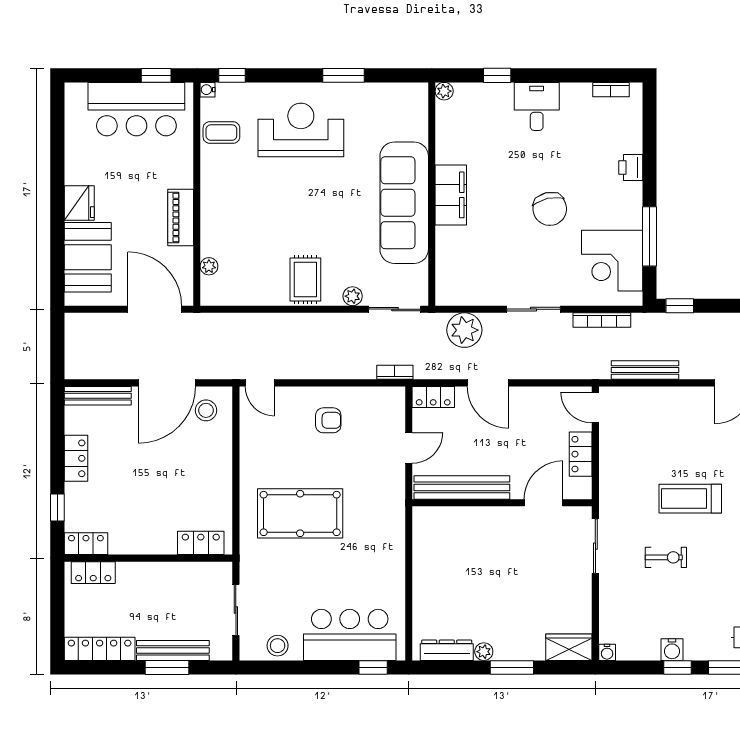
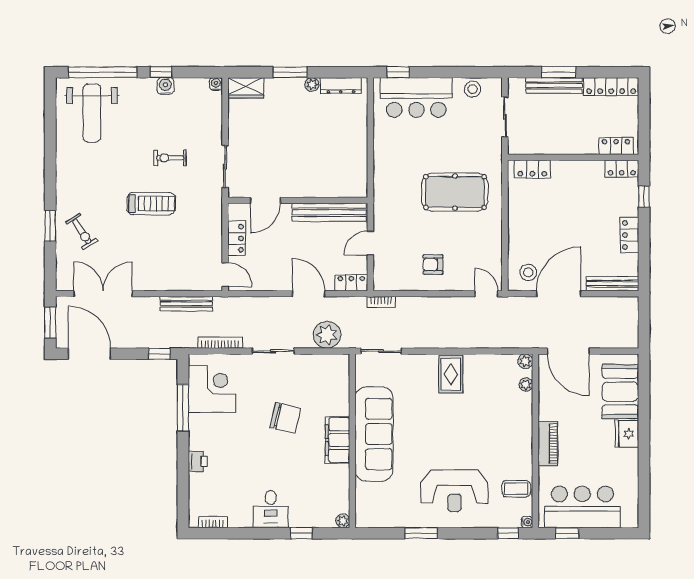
chair: (550, 209) -> (285, 418), moved, turned 116
piano: (181, 217) -> (548, 444), moved
plant: (353, 296) -> (525, 361), moved

